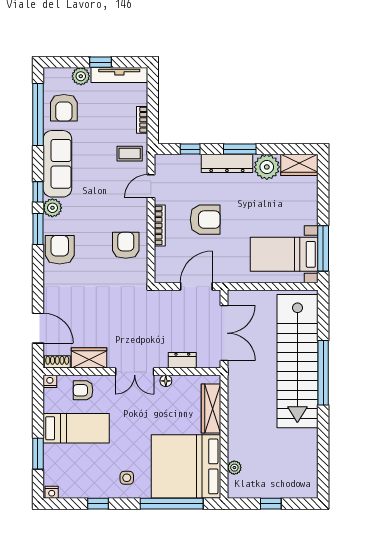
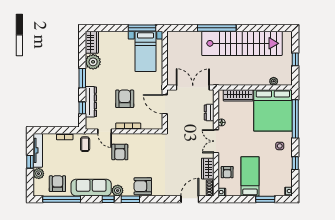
armchair: (64, 108) -> (57, 184), turned -90
dresser: (227, 163) -> (91, 102), moved
armchair: (126, 245) -> (120, 152), moved, turned -90
stairs: (297, 361) -> (242, 43), moved
double door: (135, 372) -> (216, 141), swing flipped

